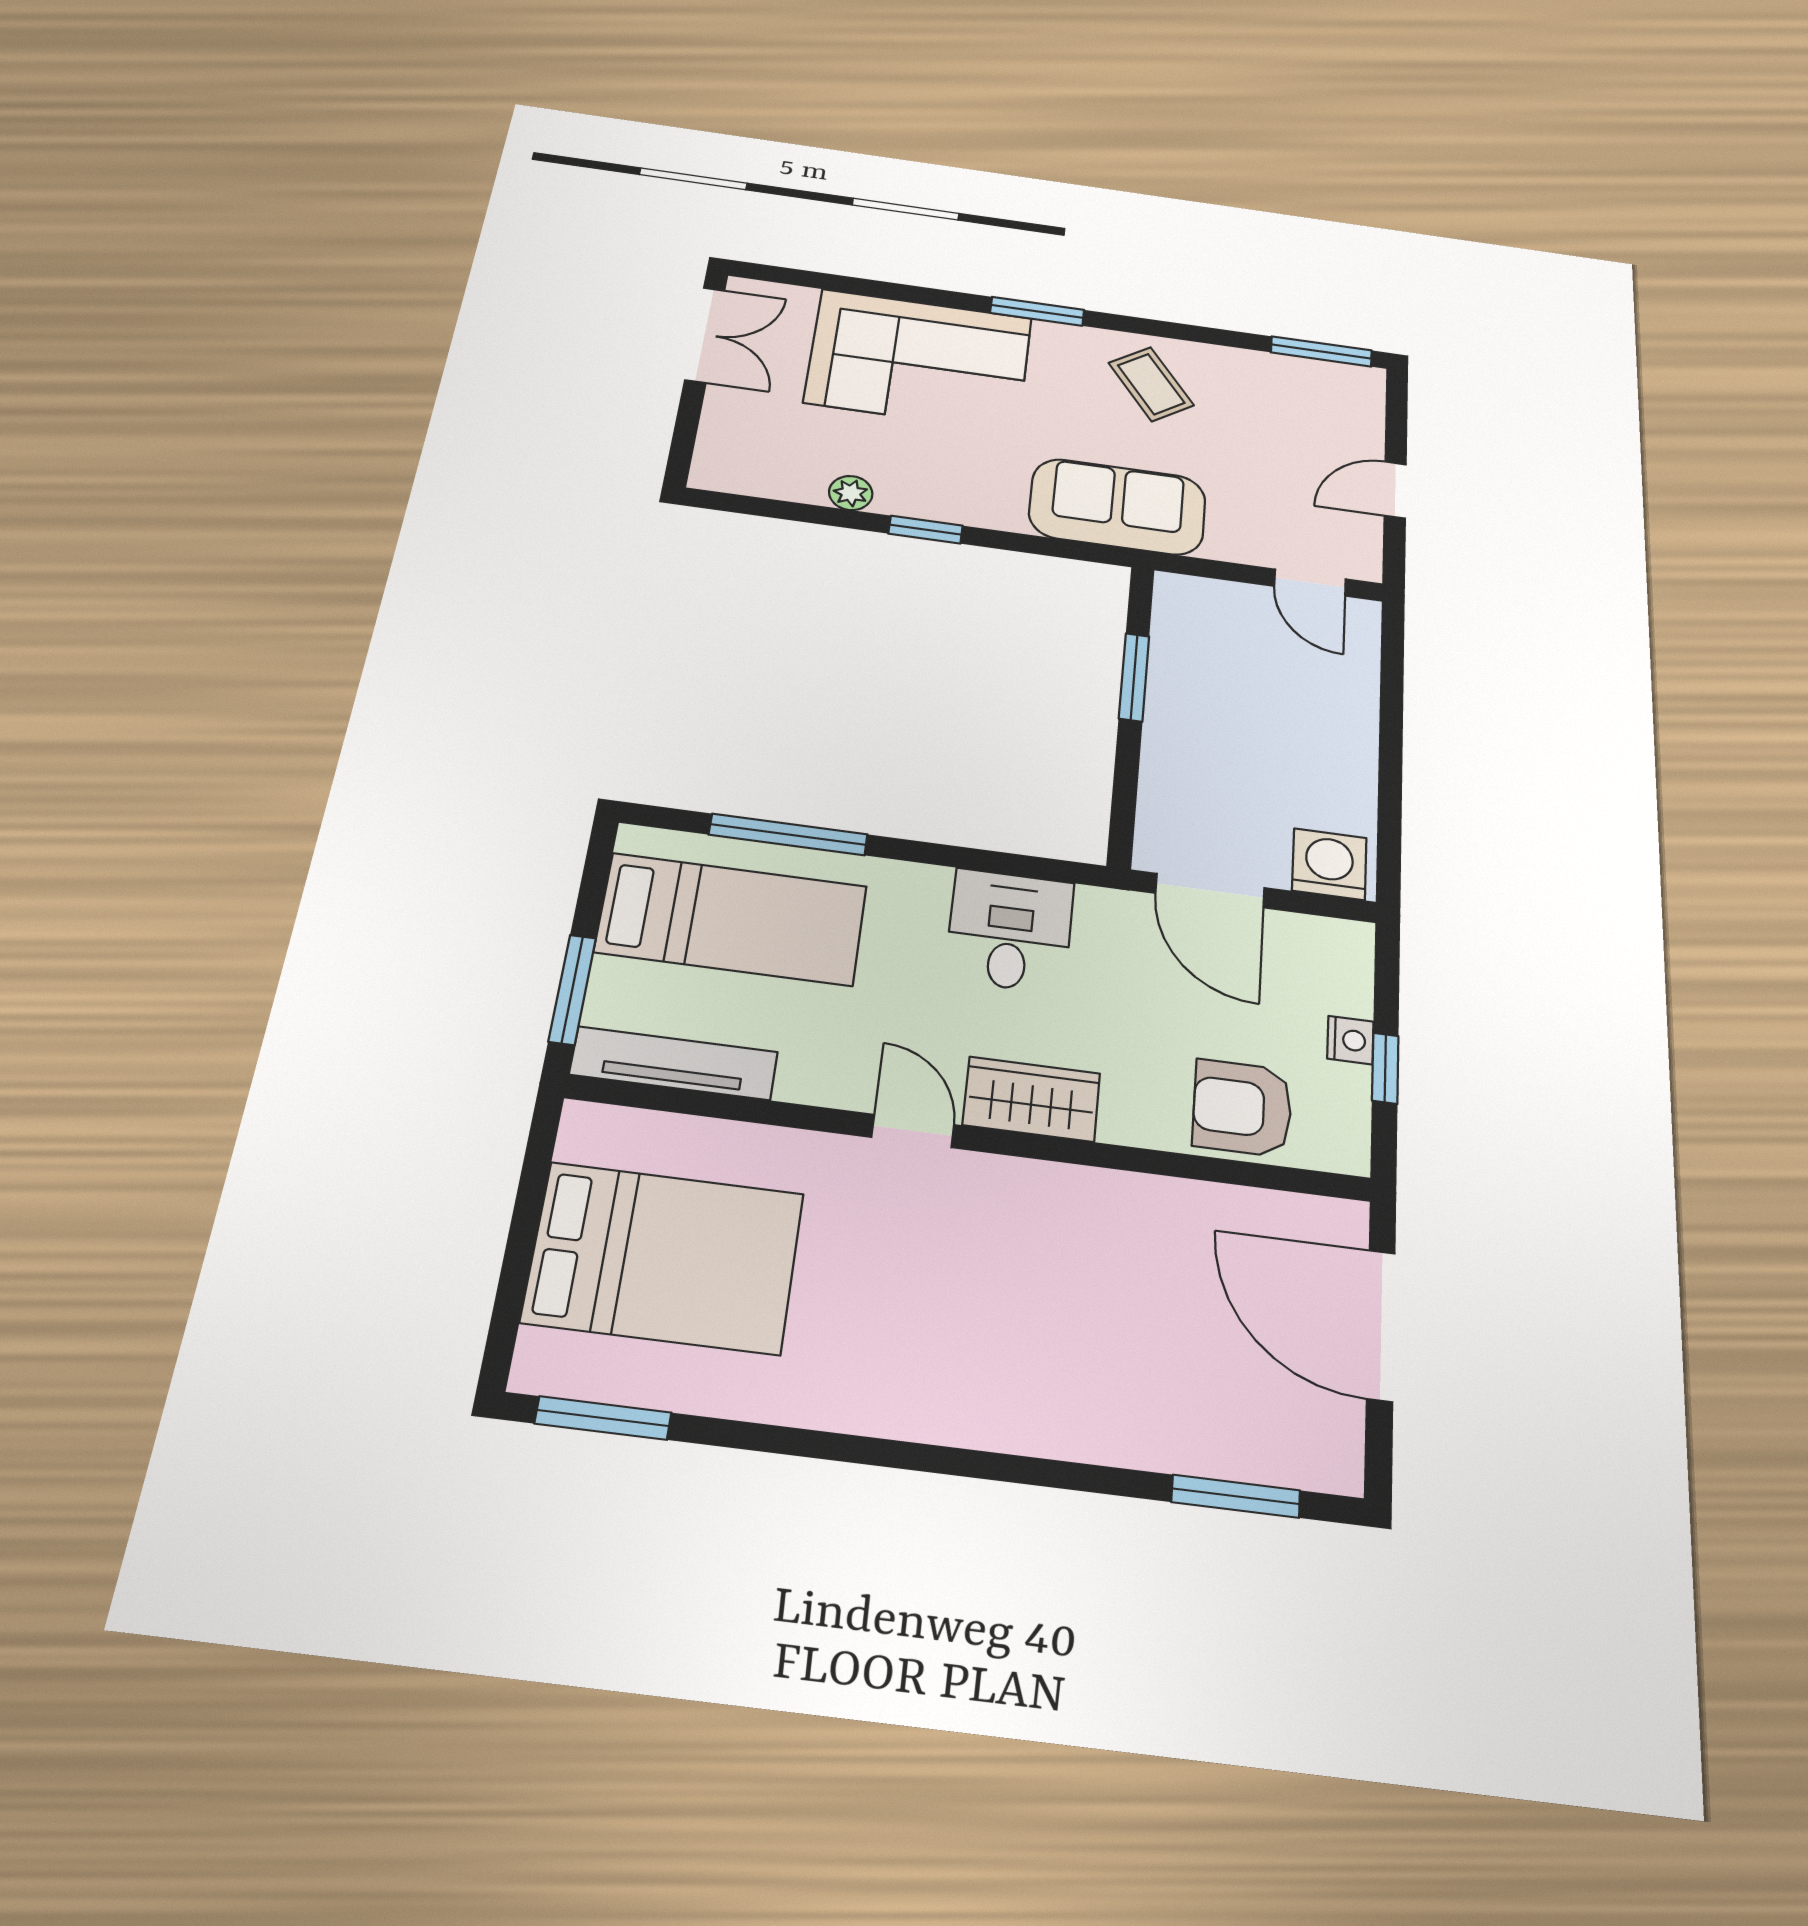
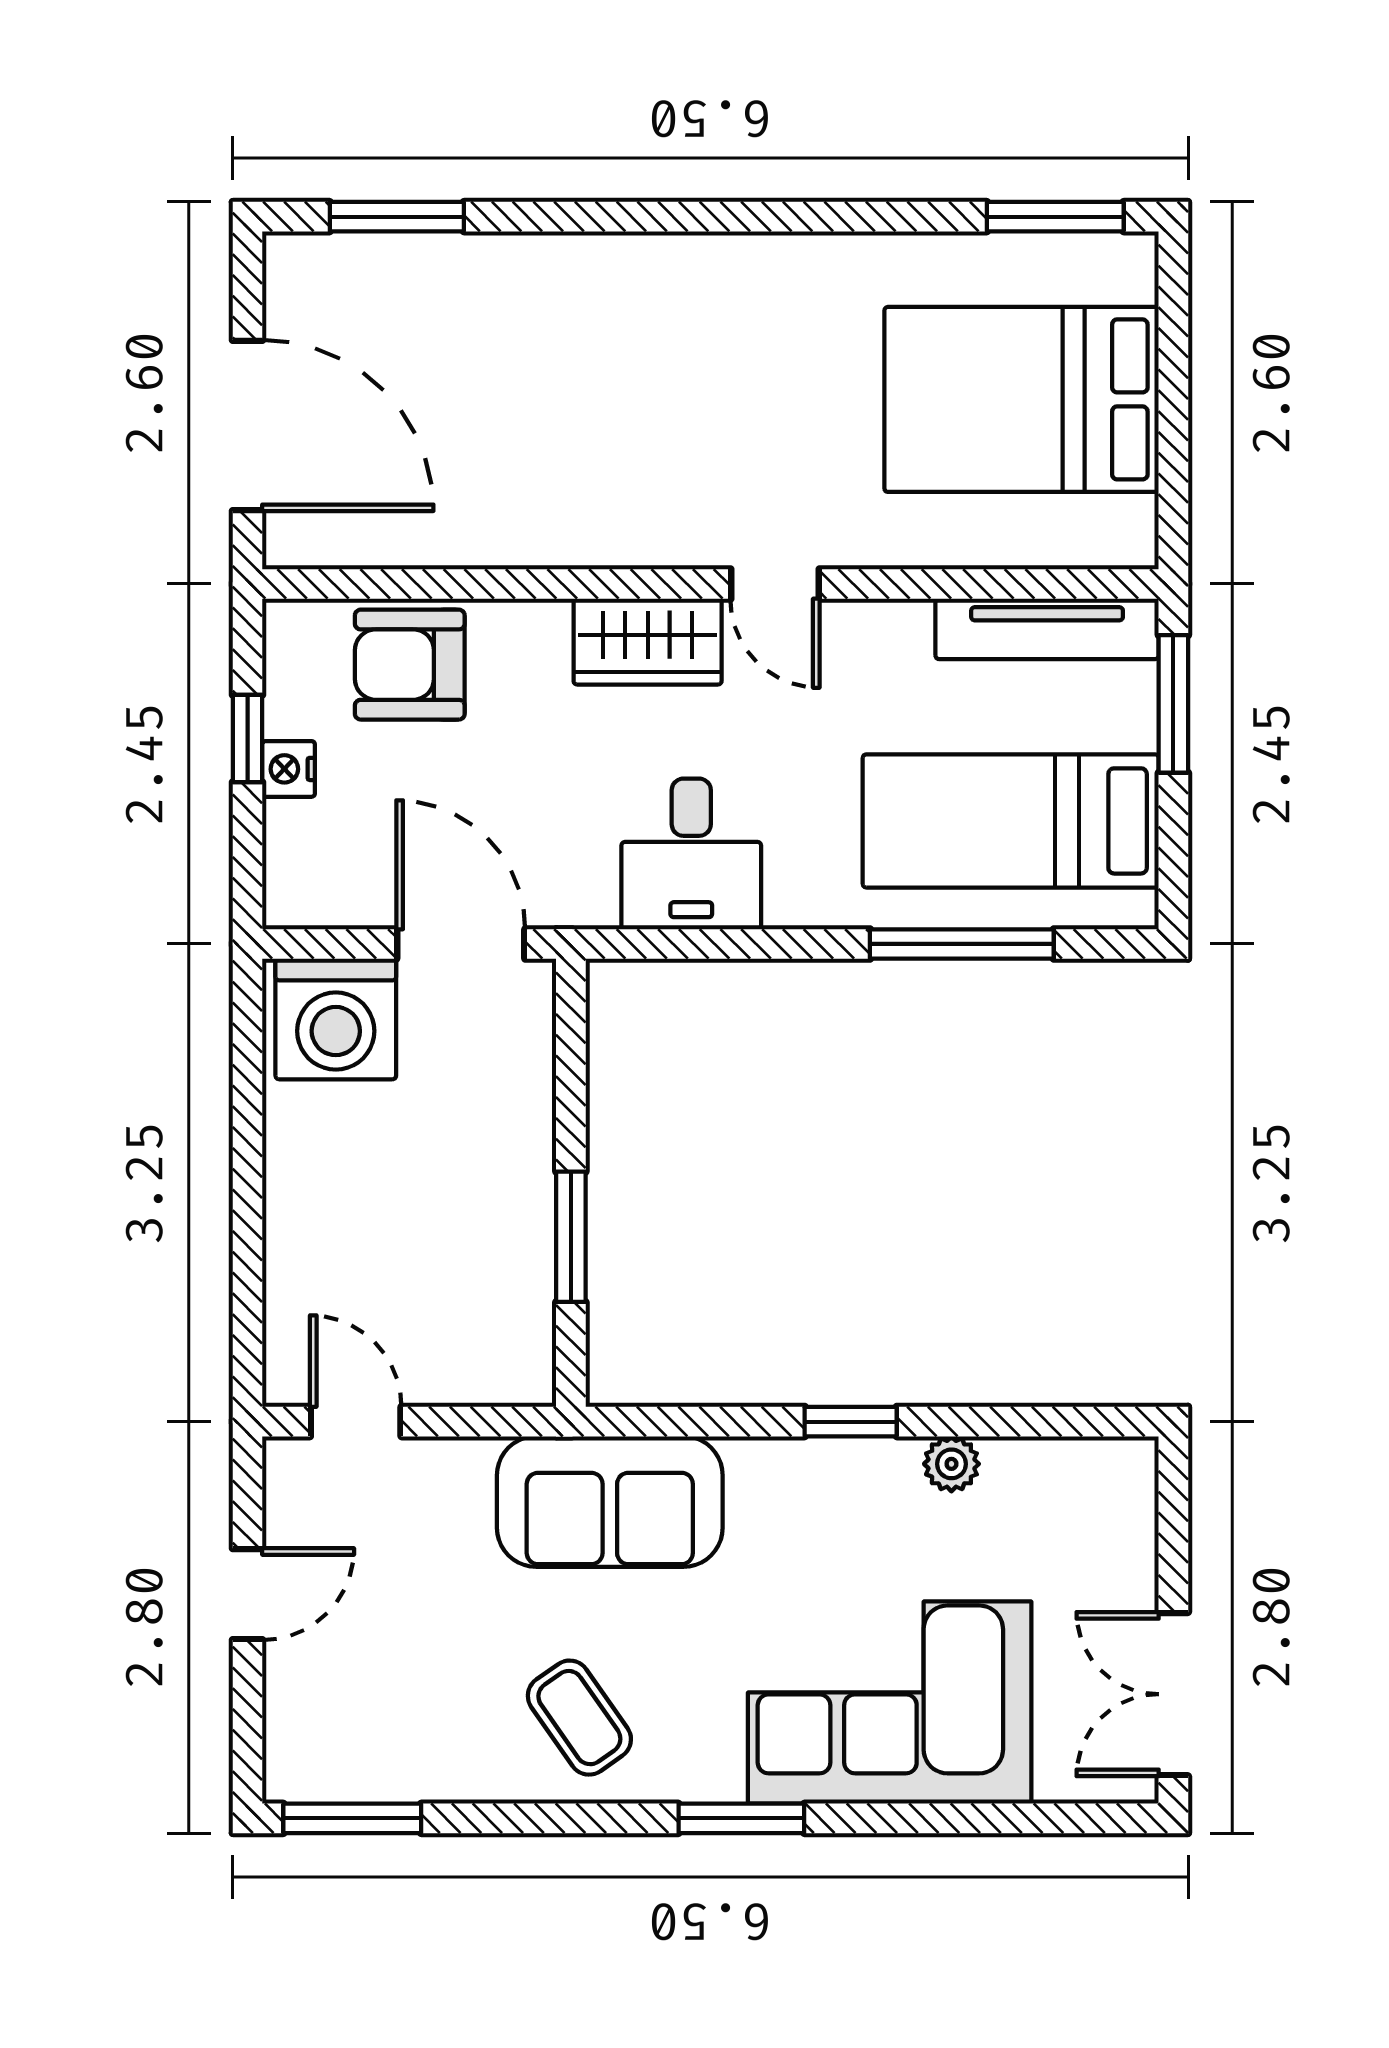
washing machine: (1329, 864) -> (336, 1019), width x1.37, depth x1.37
armchair: (1242, 1108) -> (410, 665), turned 180

